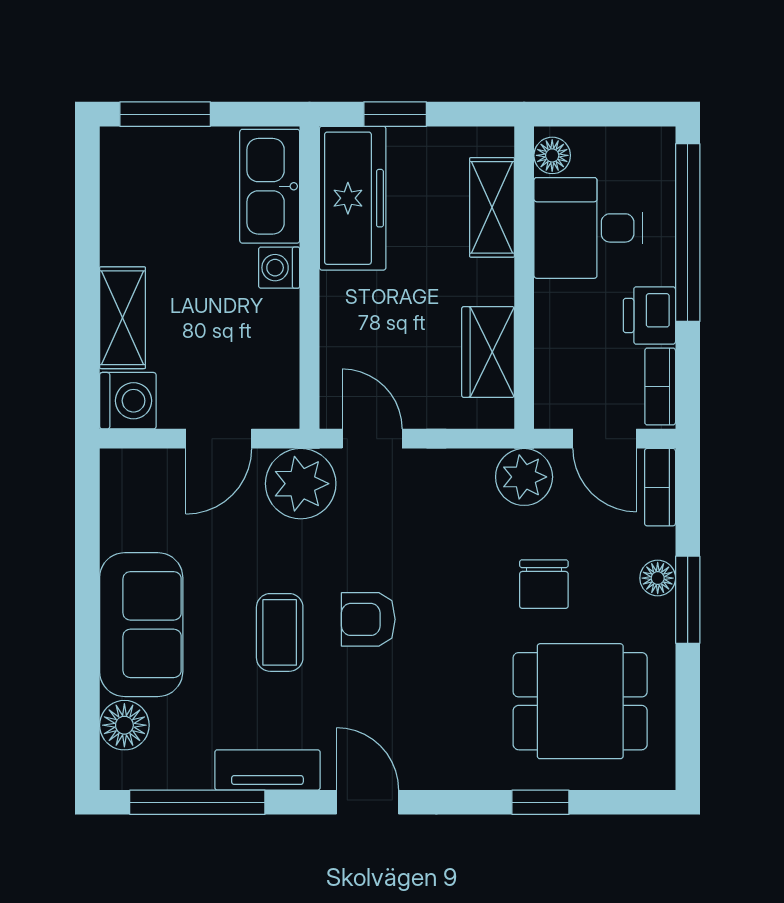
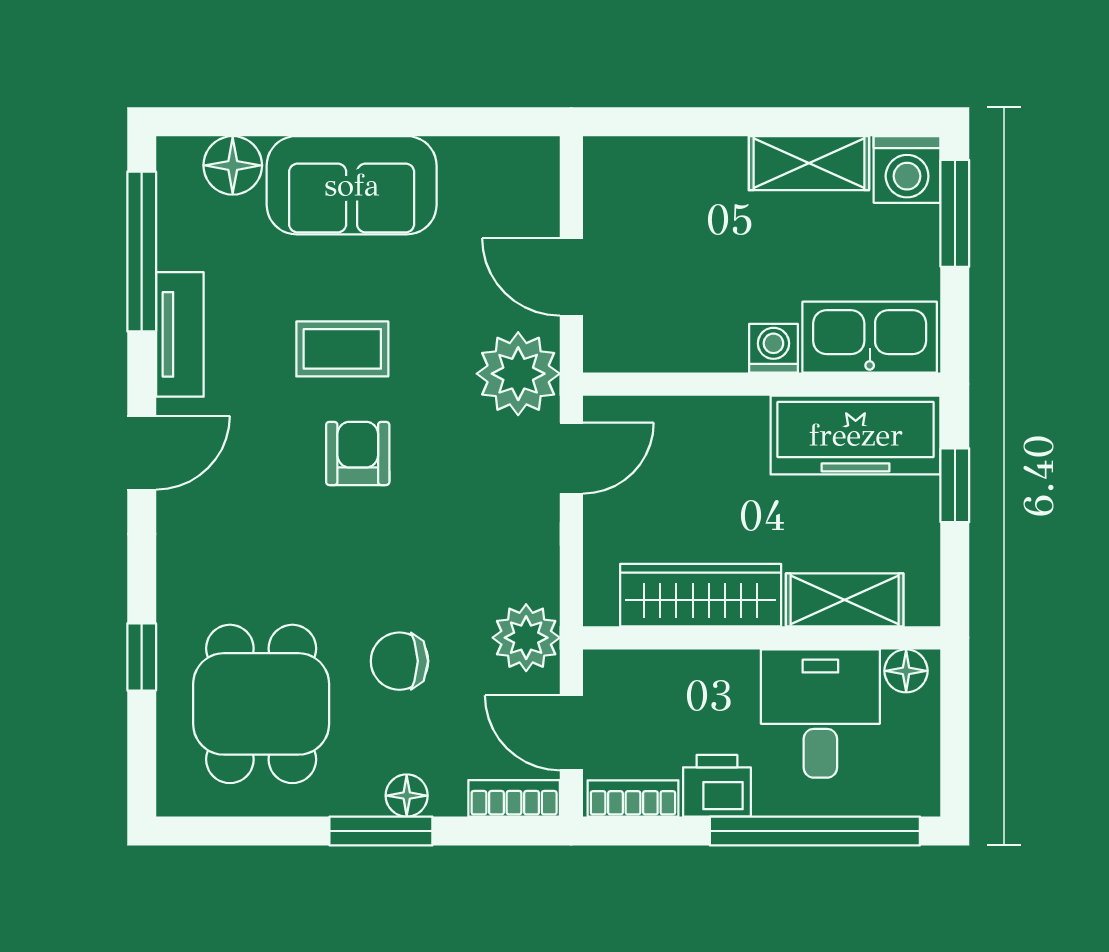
shelving: (123, 318) -> (809, 163), moved
wardrobe: (488, 352) -> (701, 595), width x1.50
washing machine: (128, 401) -> (907, 169), moved
door: (605, 439) -> (571, 733), hinge flipped

